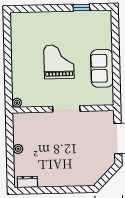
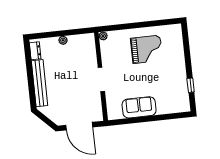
grand piano: (59, 62) -> (147, 49), moved
bench: (65, 180) -> (40, 83), added

